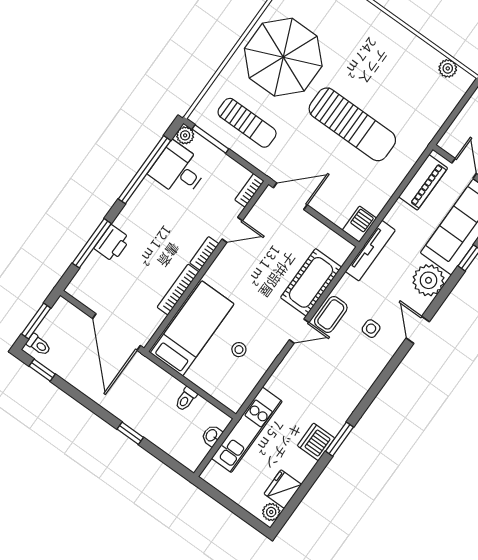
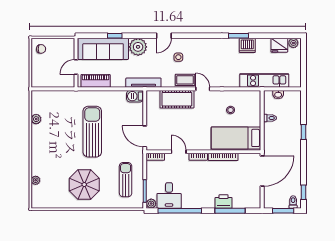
parasol: (283, 57) -> (84, 185), width x0.73, depth x0.73
plant: (448, 68) -> (36, 119), moved

